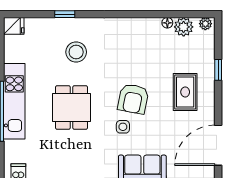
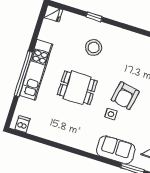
dining table: (72, 108) -> (77, 88), turned 90

